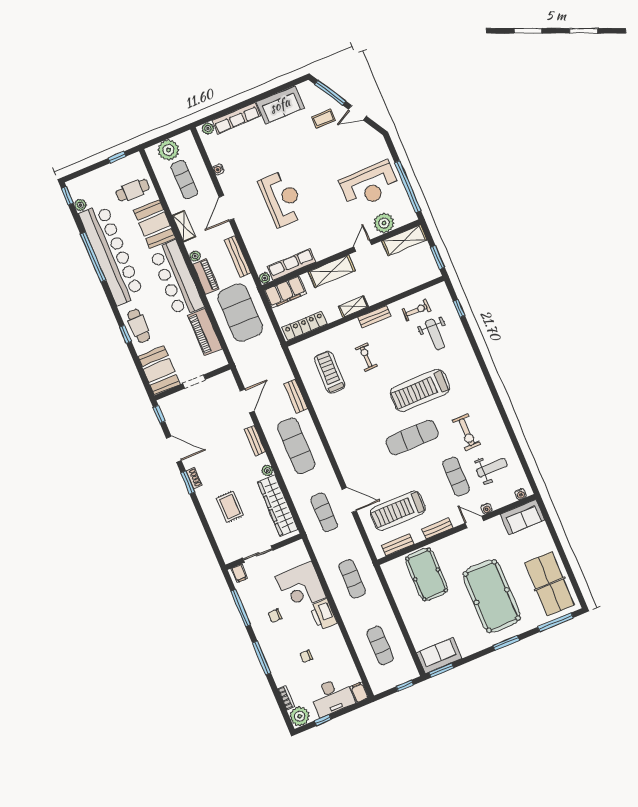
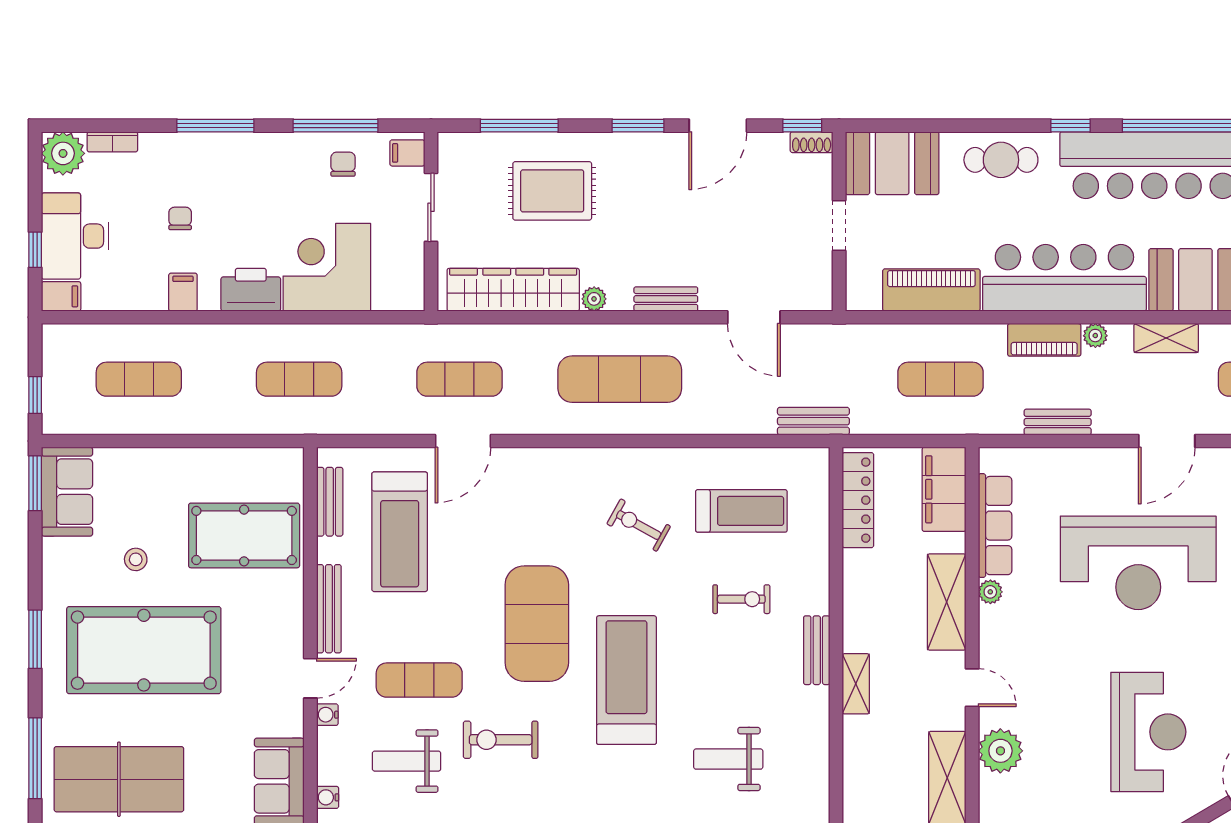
reception desk: (370, 185) -> (1148, 732), moved, turned 180
reception desk: (282, 199) -> (1138, 563), width x1.36, depth x1.30
door: (226, 208) -> (1167, 441), swing flipped
bench: (238, 257) -> (1058, 422), width x0.73
plant: (265, 278) -> (990, 592), moved
shelving: (353, 307) -> (856, 684), moved
exercise bike: (416, 310) -> (639, 525), moved, turned 119
exercise mat: (240, 313) -> (940, 379), width x0.50, depth x0.69
window: (125, 334) -> (1070, 126), moved
bench: (296, 396) -> (813, 421), moved
exercise mat: (412, 438) -> (537, 624), width x1.47
weight bench: (492, 468) -> (407, 761), turned 90
shoe rack: (194, 478) -> (812, 142), moved
rug: (230, 507) -> (552, 191), width x1.36, depth x1.43
treadmill: (398, 511) -> (400, 532), turned 180
bench: (437, 529) -> (329, 609), width x1.36
window: (208, 532) -> (519, 126), added
stool: (455, 615) -> (136, 559), added
chair: (275, 616) -> (343, 164), moved
filing cabinet: (336, 642) -> (183, 292), added
window: (323, 720) -> (35, 250), moved

